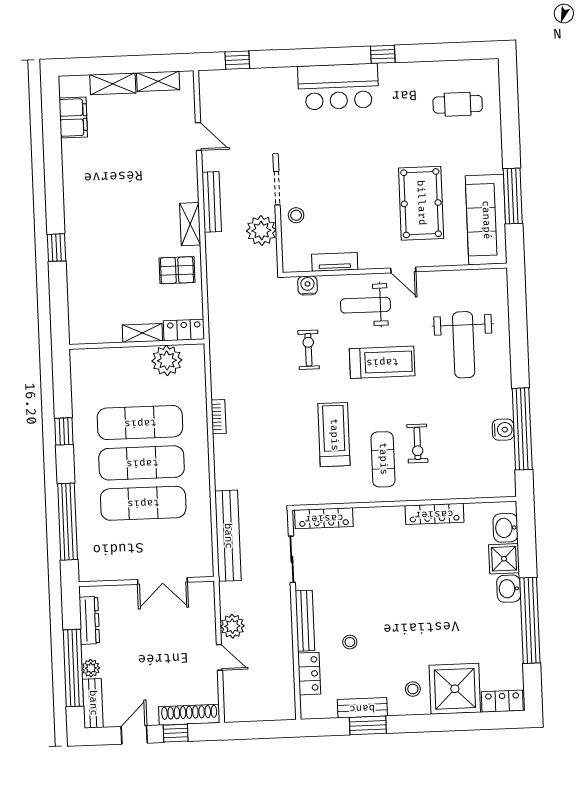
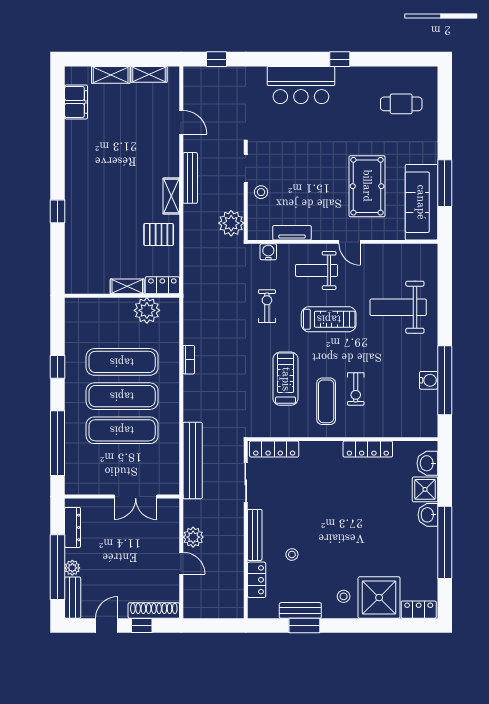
plant: (261, 231) -> (231, 223), moved
weight bench: (464, 345) -> (398, 307), turned 90

